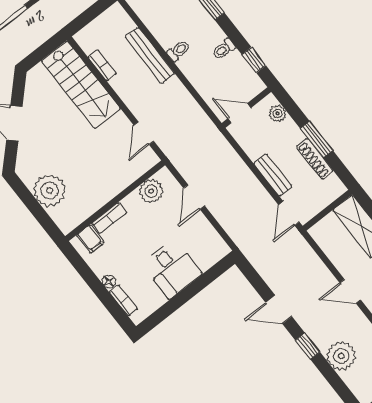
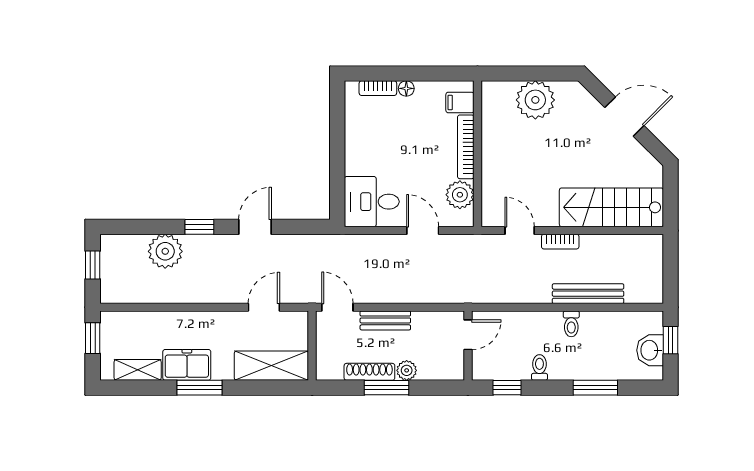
bookcase: (102, 65) -> (560, 242), moved
plant: (278, 113) -> (407, 370), moved
bookcase: (109, 218) -> (466, 147), width x1.56
desk: (172, 269) -> (372, 202), moved
door: (350, 291) -> (264, 307), moved

